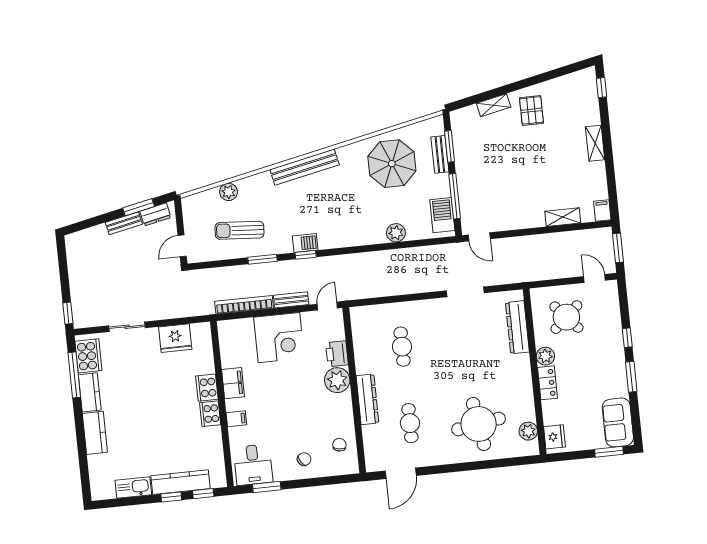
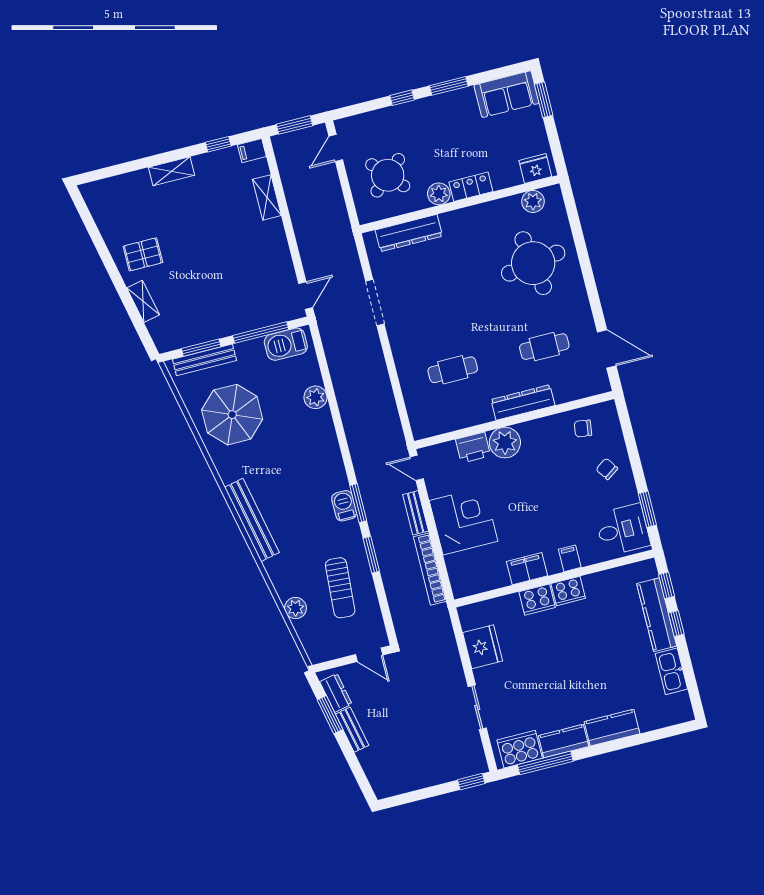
window: (601, 88) -> (218, 144), moved
bench: (440, 154) -> (204, 360), width x1.36
window: (306, 255) -> (358, 503), width x1.50

